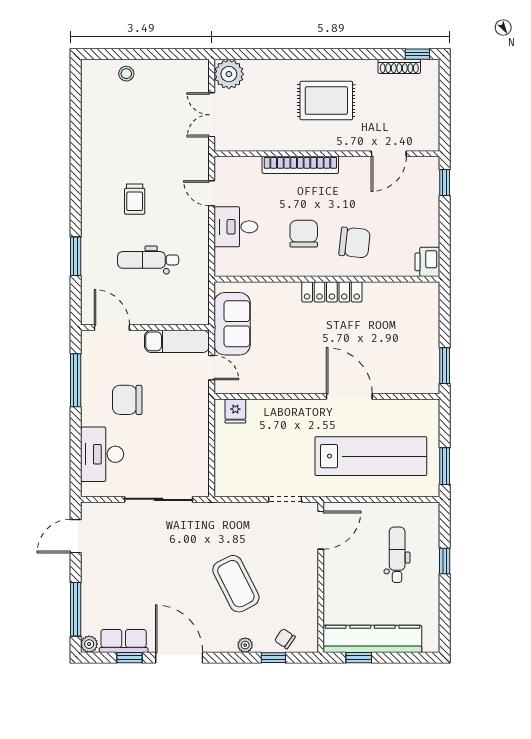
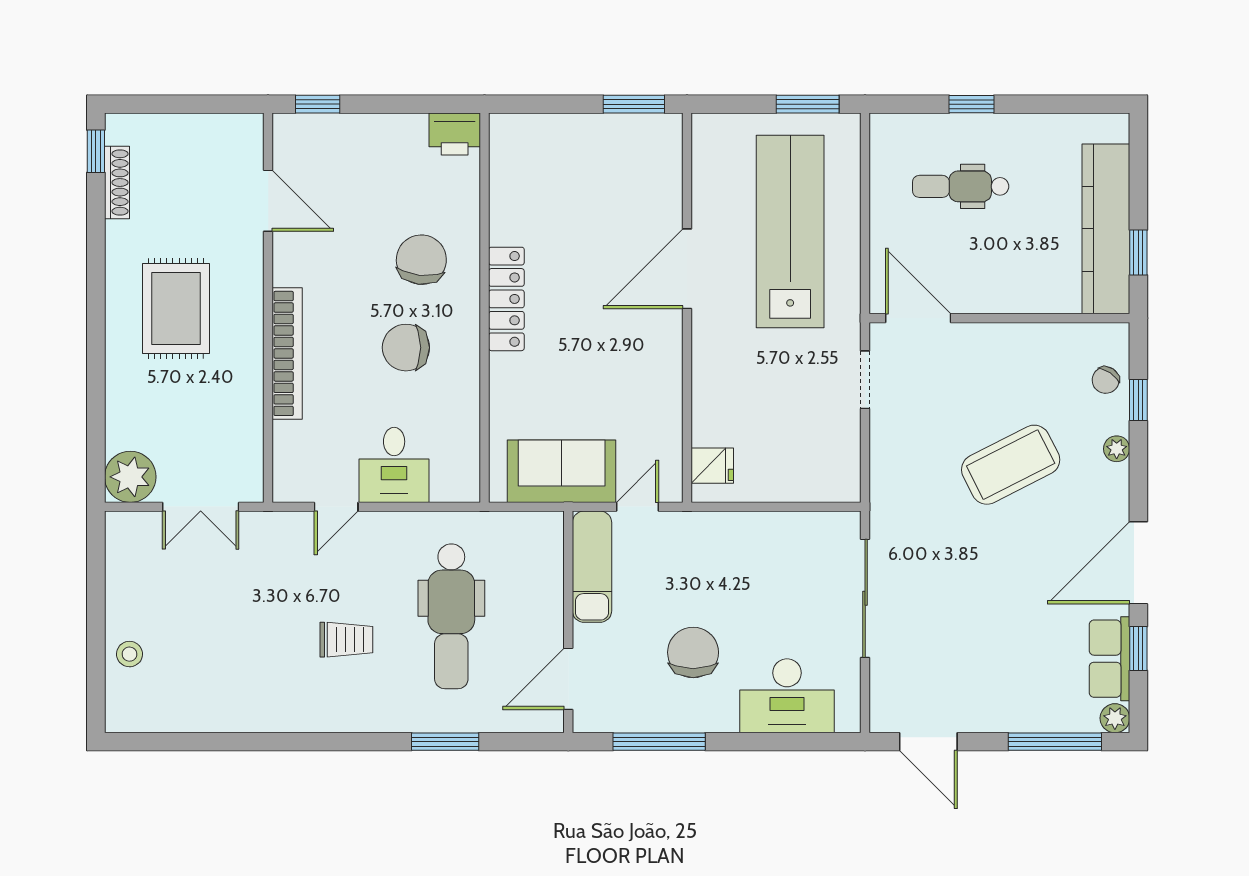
dental chair: (148, 260) -> (451, 616), width x1.36, depth x1.38
chair: (127, 400) -> (693, 652), turned 180

